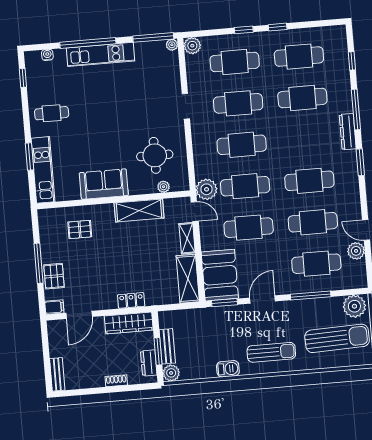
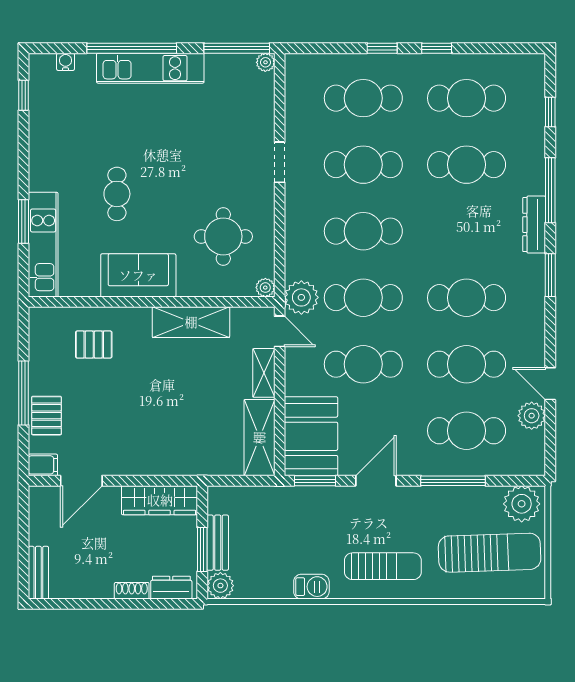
plant: (192, 46) -> (298, 66), removed
cafe table: (52, 113) -> (117, 194), moved, turned 90
plant: (164, 187) -> (265, 288), moved
locker: (131, 300) -> (166, 465), removed
dresser: (149, 363) -> (171, 588), moved, turned 90

